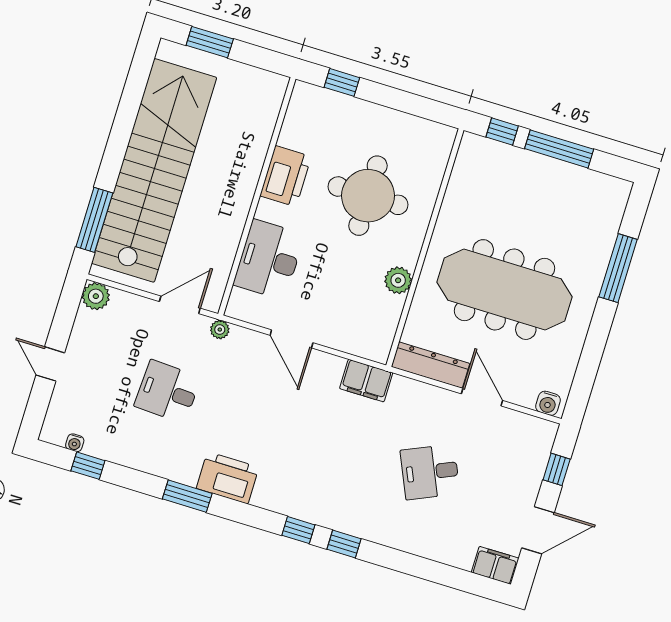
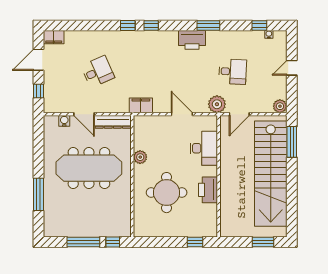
plant: (220, 330) -> (217, 104), width x1.87, depth x1.87
door: (50, 364) -> (292, 68), swing flipped
water cooler: (548, 403) -> (64, 121), moved

